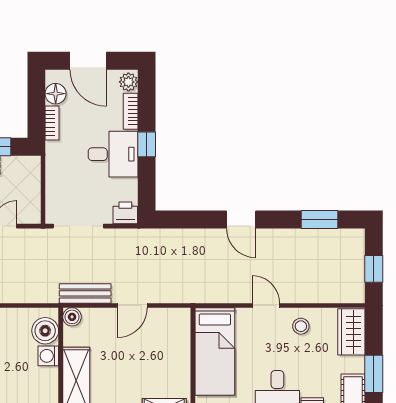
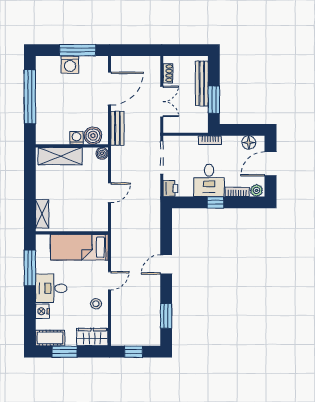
bookcase: (52, 123) -> (210, 140), moved
bench: (85, 293) -> (117, 128), moved
door: (132, 306) -> (110, 193), swing flipped

